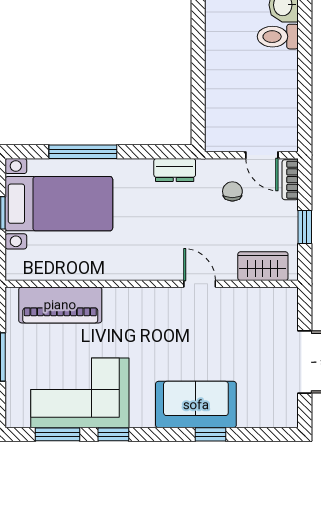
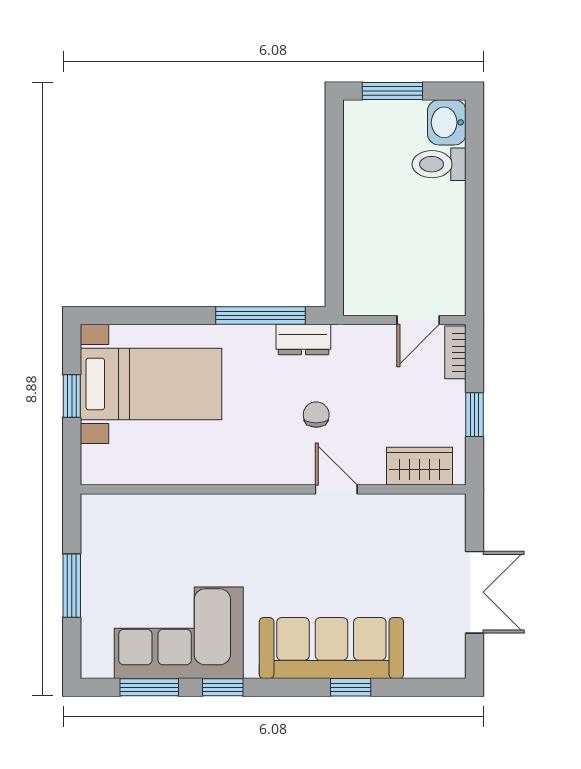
window: (83, 152) -> (260, 316), moved
door: (262, 155) -> (418, 320), hinge flipped
chair: (232, 191) -> (316, 415), moved
piano: (60, 305) -> (153, 517), removed
sofa: (196, 405) -> (331, 648), width x1.36

